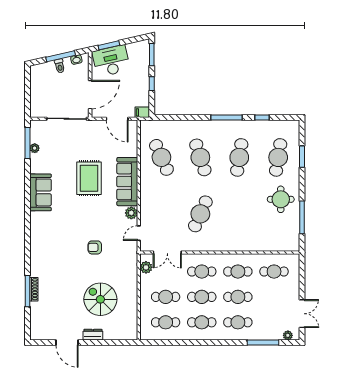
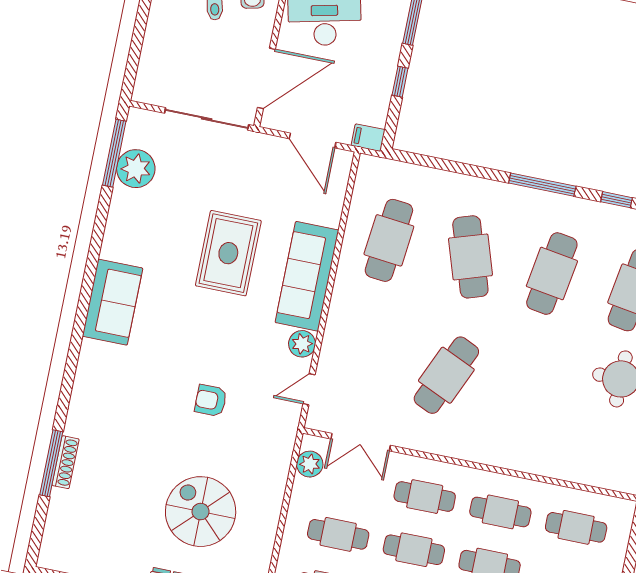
plant: (35, 148) -> (136, 169), width x1.87, depth x1.87
cafe table: (161, 157) -> (389, 240), turned 30
sofa: (41, 192) -> (113, 302), moved

